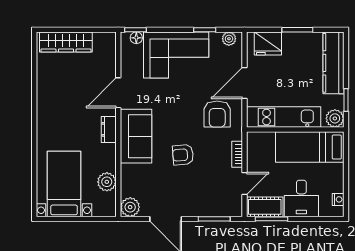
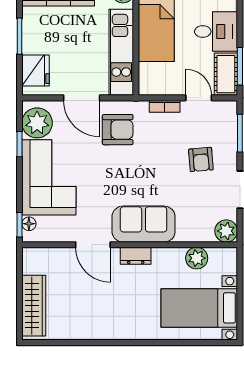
plant: (229, 39) -> (37, 123), width x1.88, depth x1.88
armchair: (183, 155) -> (201, 160), moved

